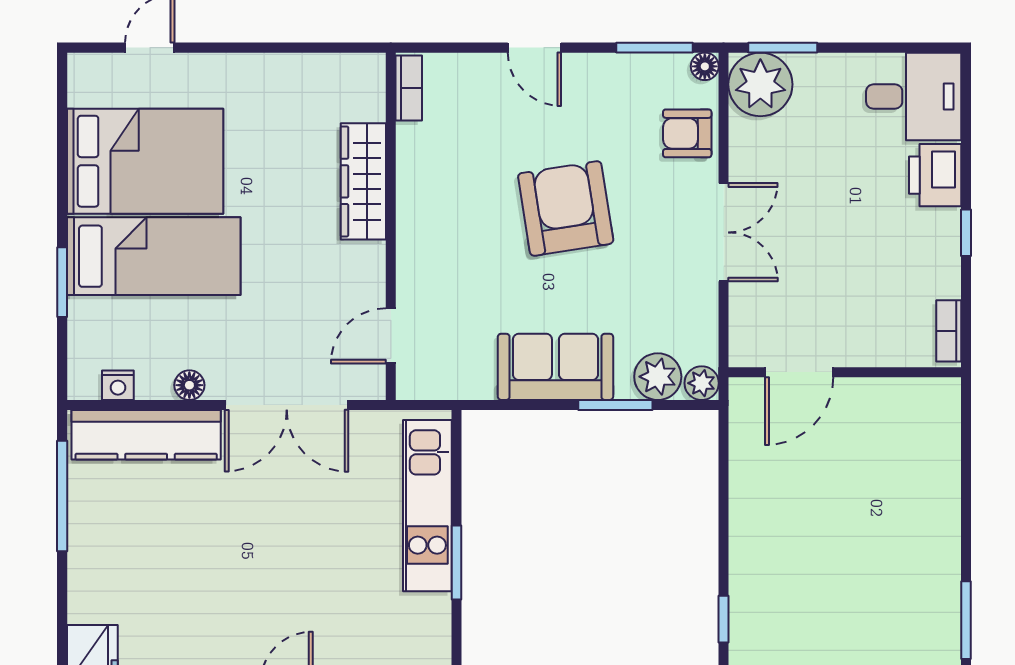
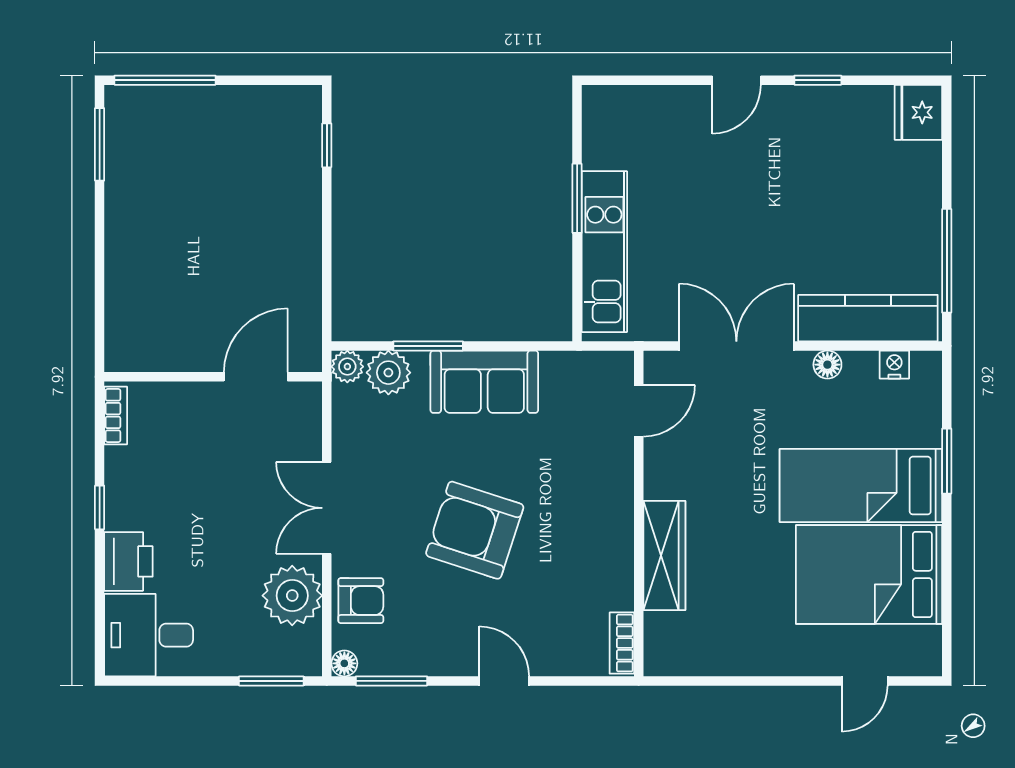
plant: (760, 84) -> (292, 596), moved
armchair: (566, 208) -> (475, 530), turned 117

